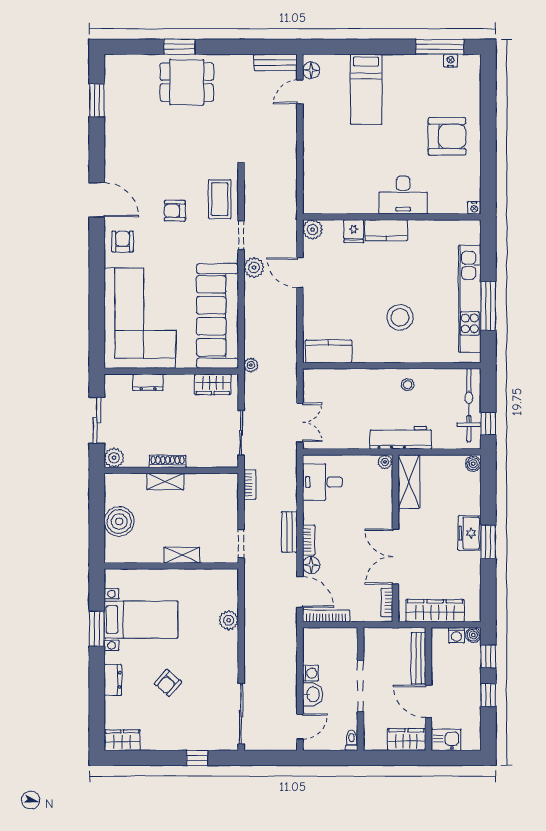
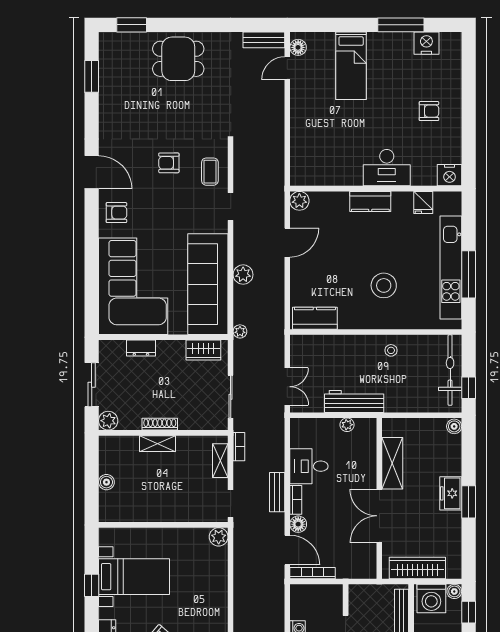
window: (179, 47) -> (132, 25), moved
window: (440, 47) -> (401, 25), moved
nightstand: (450, 61) -> (426, 43), width x1.89, depth x1.79
armchair: (447, 136) -> (429, 111), width x0.53, depth x0.53
coffee table: (220, 199) -> (210, 172), width x0.73, depth x0.77
nightstand: (474, 208) -> (450, 175), width x1.89, depth x1.79
armchair: (175, 211) -> (169, 163), moved
fridge: (354, 231) -> (423, 202), moved
armchair: (123, 242) -> (116, 213), turned 90
plant: (254, 268) -> (243, 275), moved
door: (300, 273) -> (287, 243), swing flipped
workbench: (401, 438) -> (354, 401), moved
plant: (385, 462) -> (347, 425), moved
desk: (322, 482) -> (309, 466), moved
shelving: (409, 482) -> (392, 463), moved
boiler: (119, 521) -> (106, 482), width x0.54, depth x0.54
shelving: (182, 555) -> (220, 461), moved, turned 90
bookcase: (387, 602) -> (371, 560), removed
plant: (229, 620) -> (219, 537), moved
window: (97, 629) -> (92, 585), width x0.67
washing machine: (456, 635) -> (431, 599), width x1.89, depth x1.89

